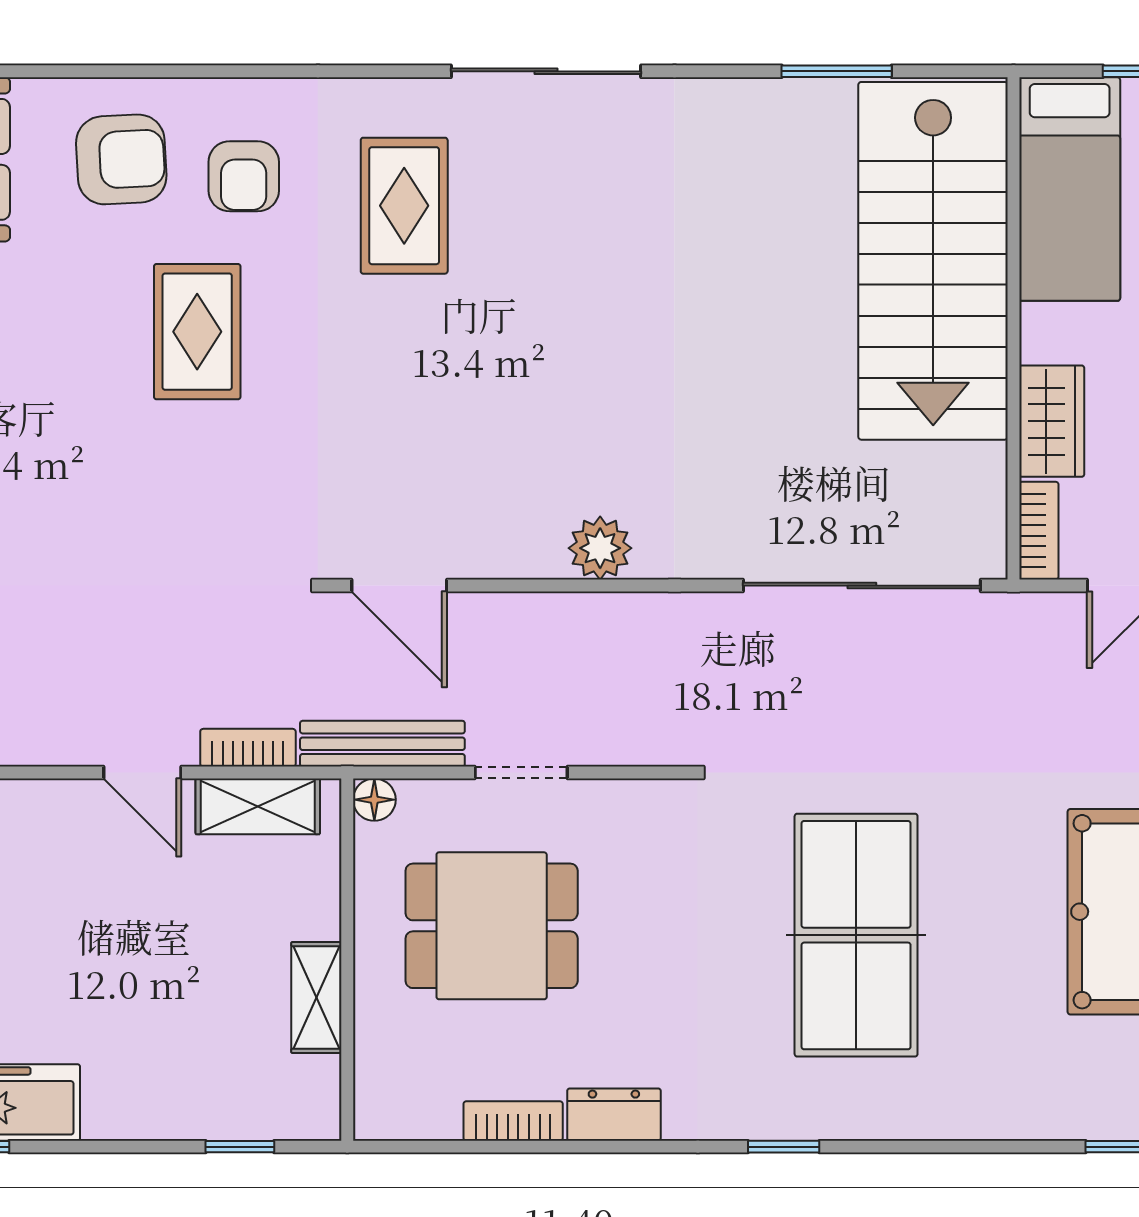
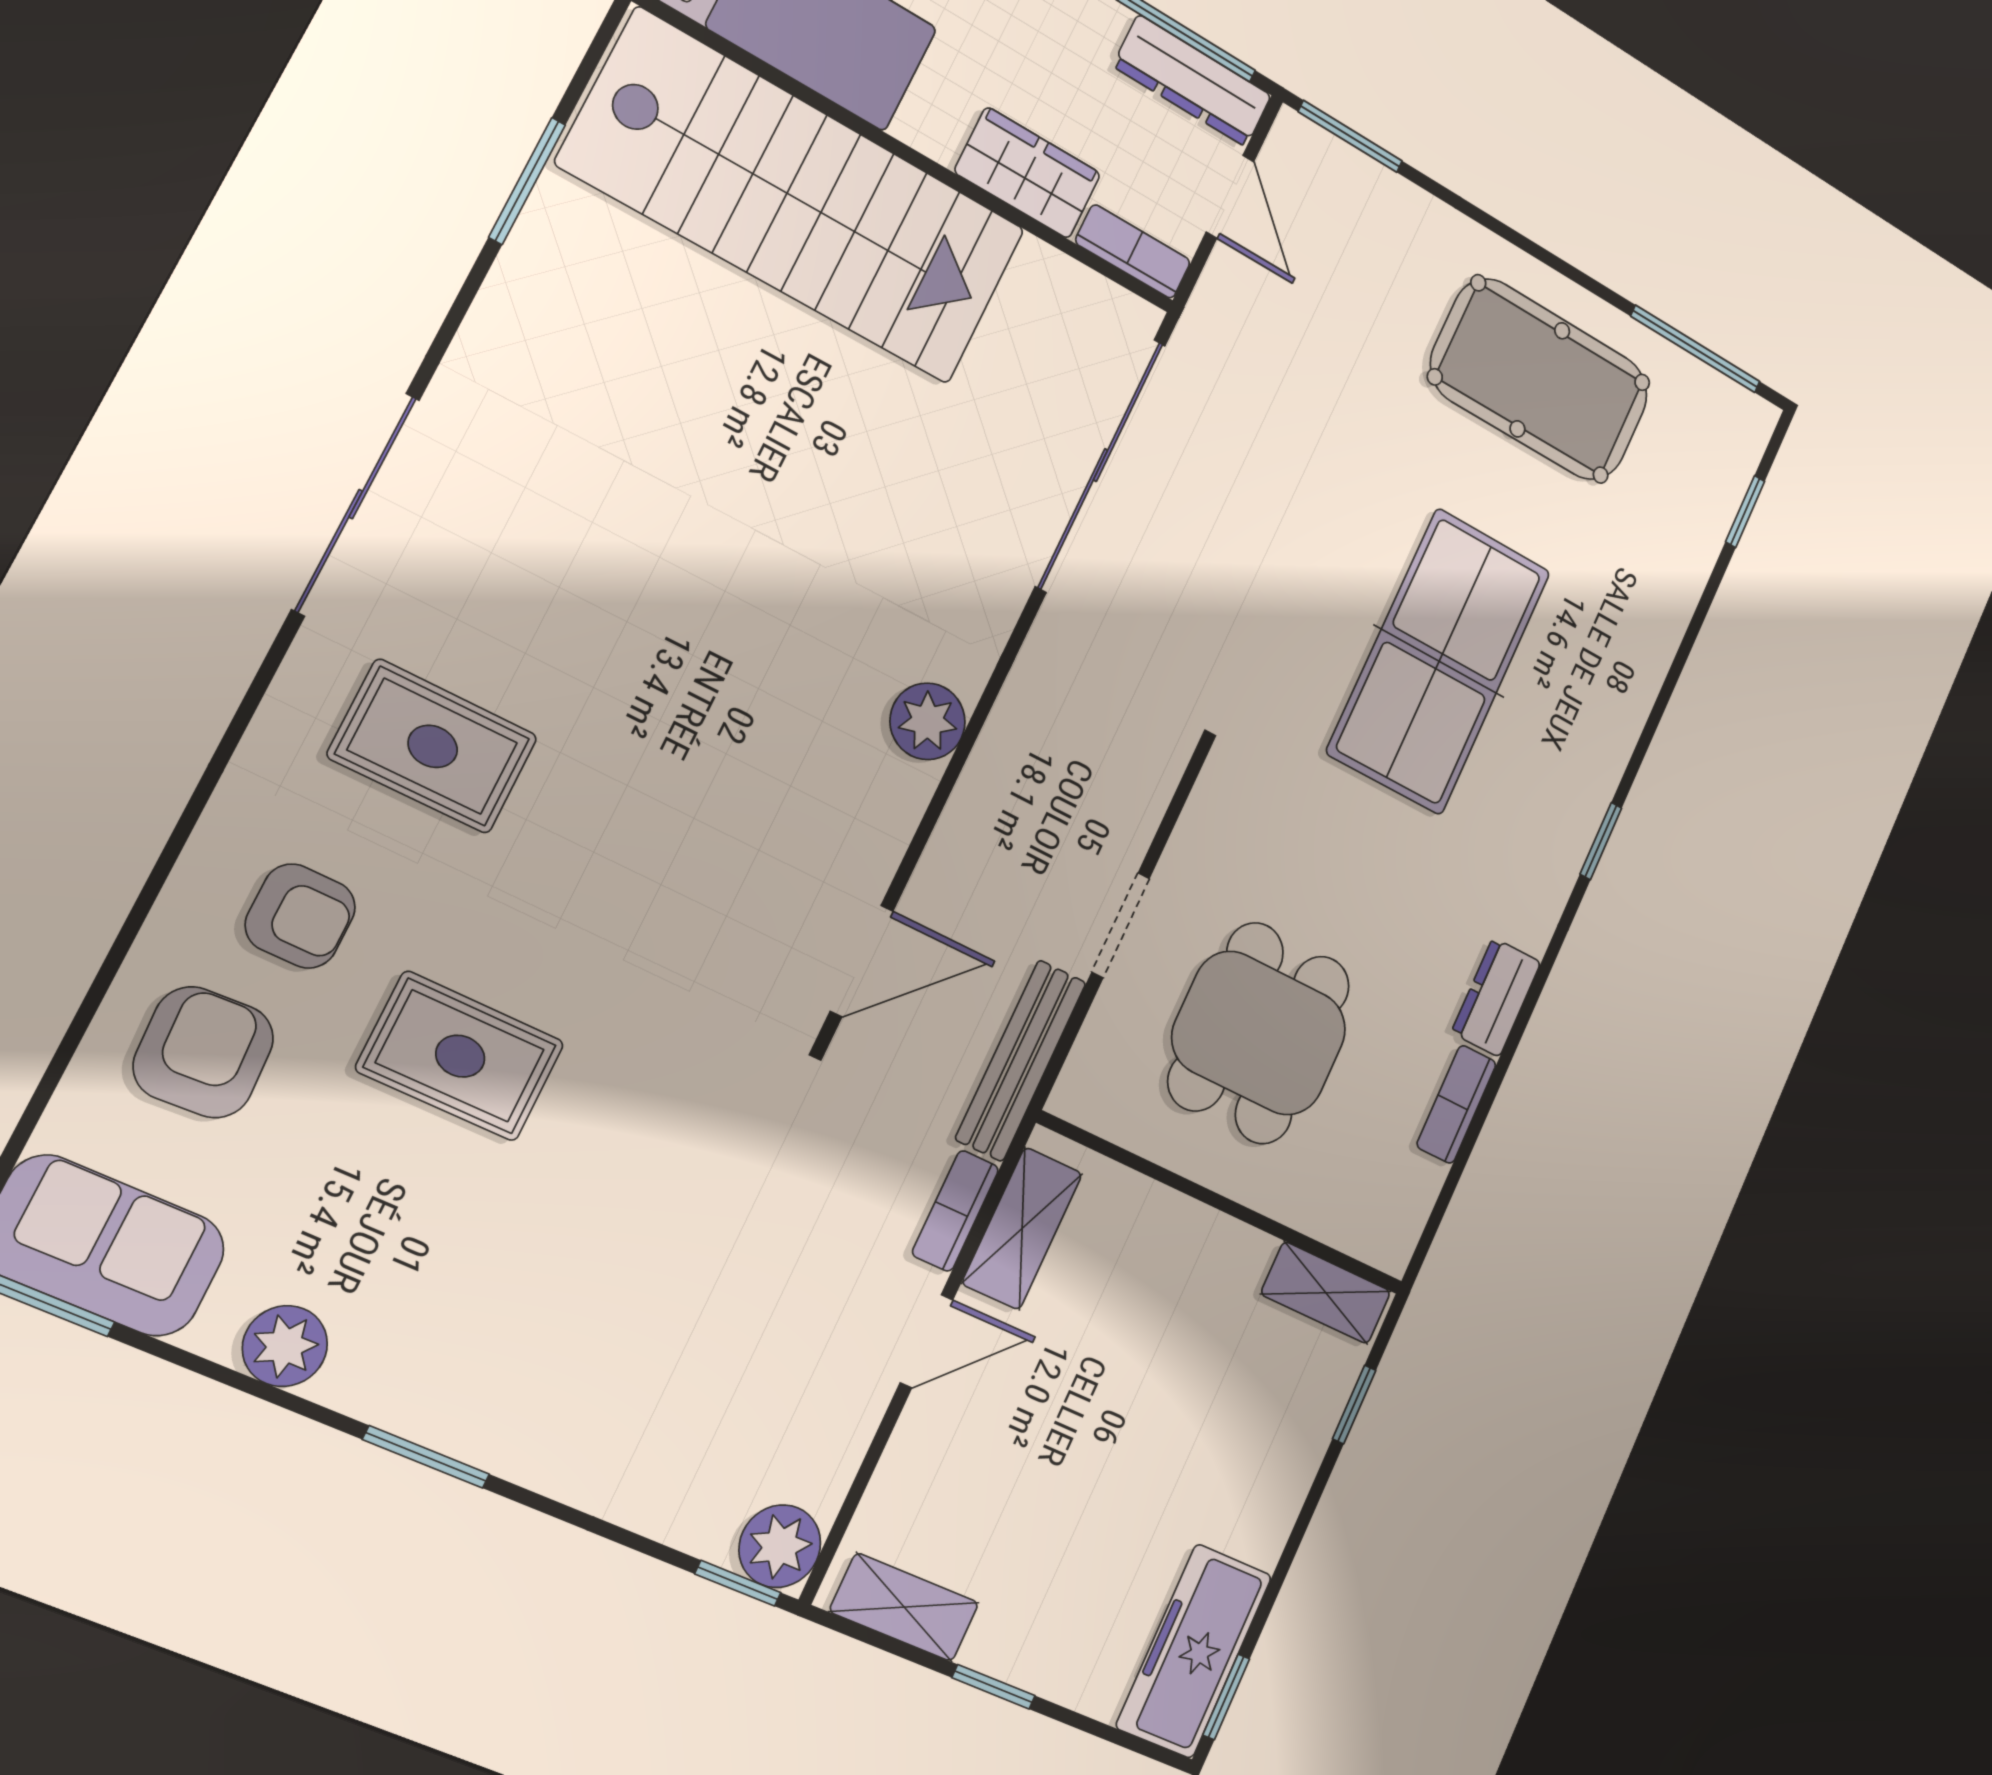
floor lamp: (374, 800) -> (1075, 1097), removed
table tennis table: (856, 935) -> (1439, 661), turned 90
shelving: (316, 997) -> (1326, 1293), moved

